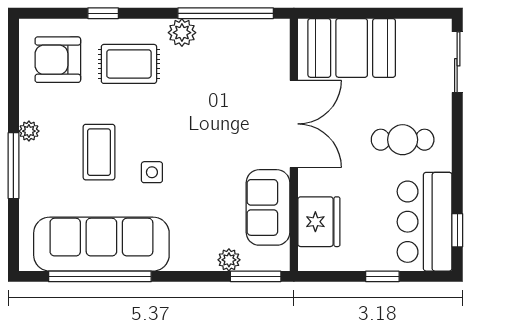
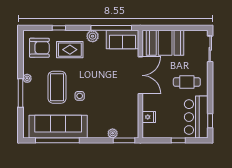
armchair: (58, 60) -> (39, 48), turned 180
coffee table: (99, 152) -> (57, 87), width x1.36, depth x1.32
sofa: (268, 207) -> (122, 40), moved, turned -90
fridge: (319, 222) -> (149, 117), width x0.53, depth x0.75

